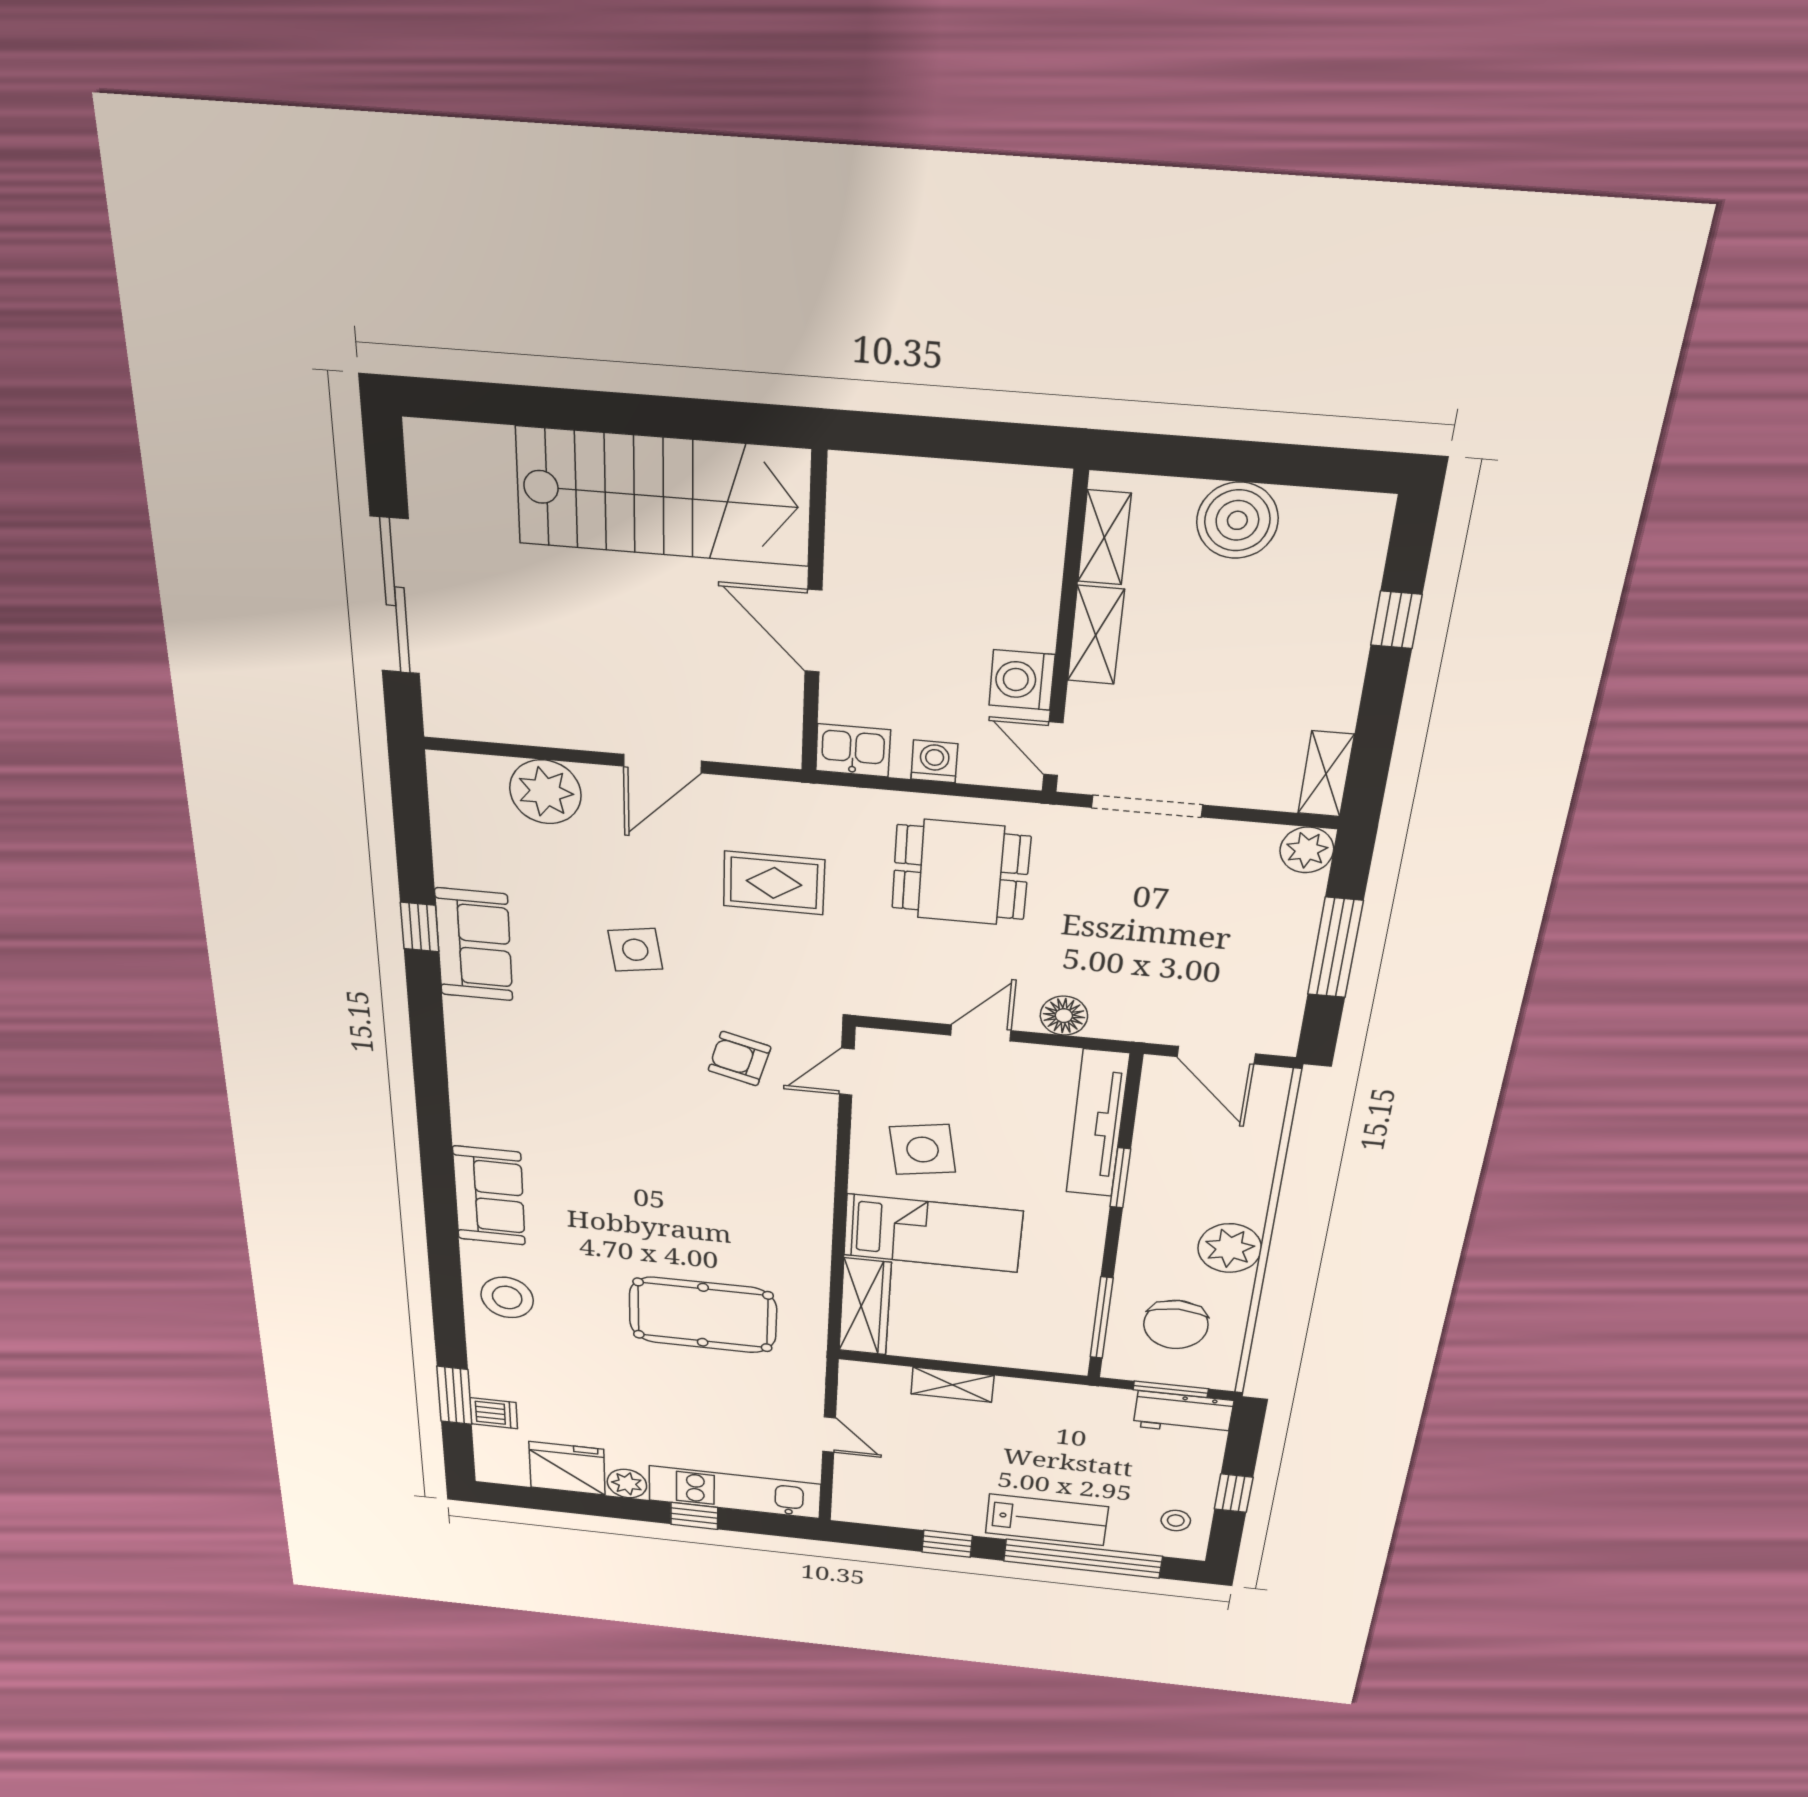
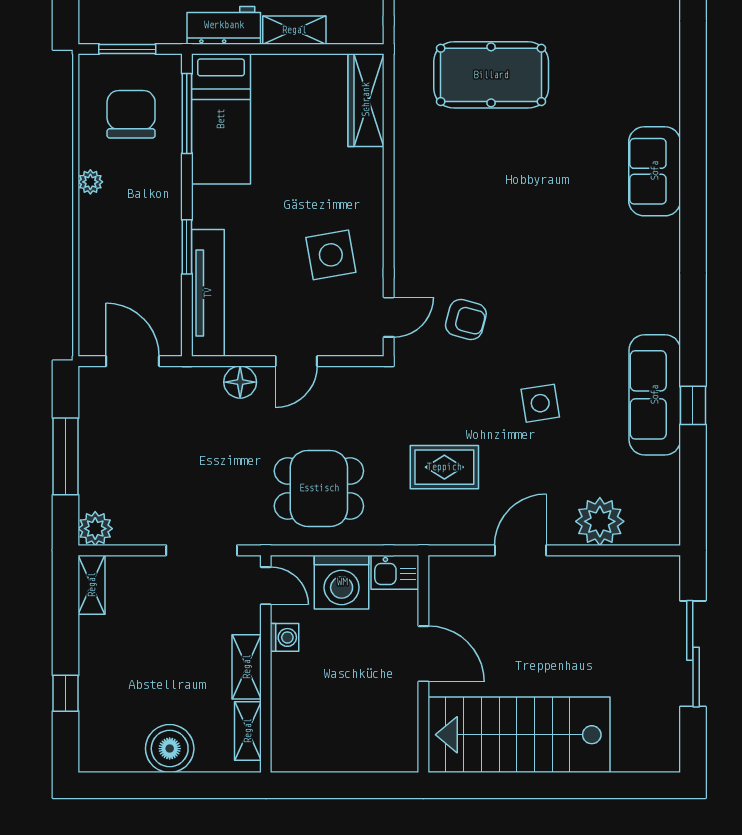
washing machine: (1022, 680) -> (285, 637), width x0.73, depth x0.73
washing machine: (934, 761) -> (342, 582), width x1.89, depth x1.89
sofa: (474, 945) -> (655, 395), width x1.36
bed: (933, 1233) -> (221, 119), moved, turned -90
plant: (1230, 1248) -> (90, 182), width x0.53, depth x0.53
stool: (507, 1297) -> (645, 72), removed
workbench: (1183, 1414) -> (224, 25), moved

